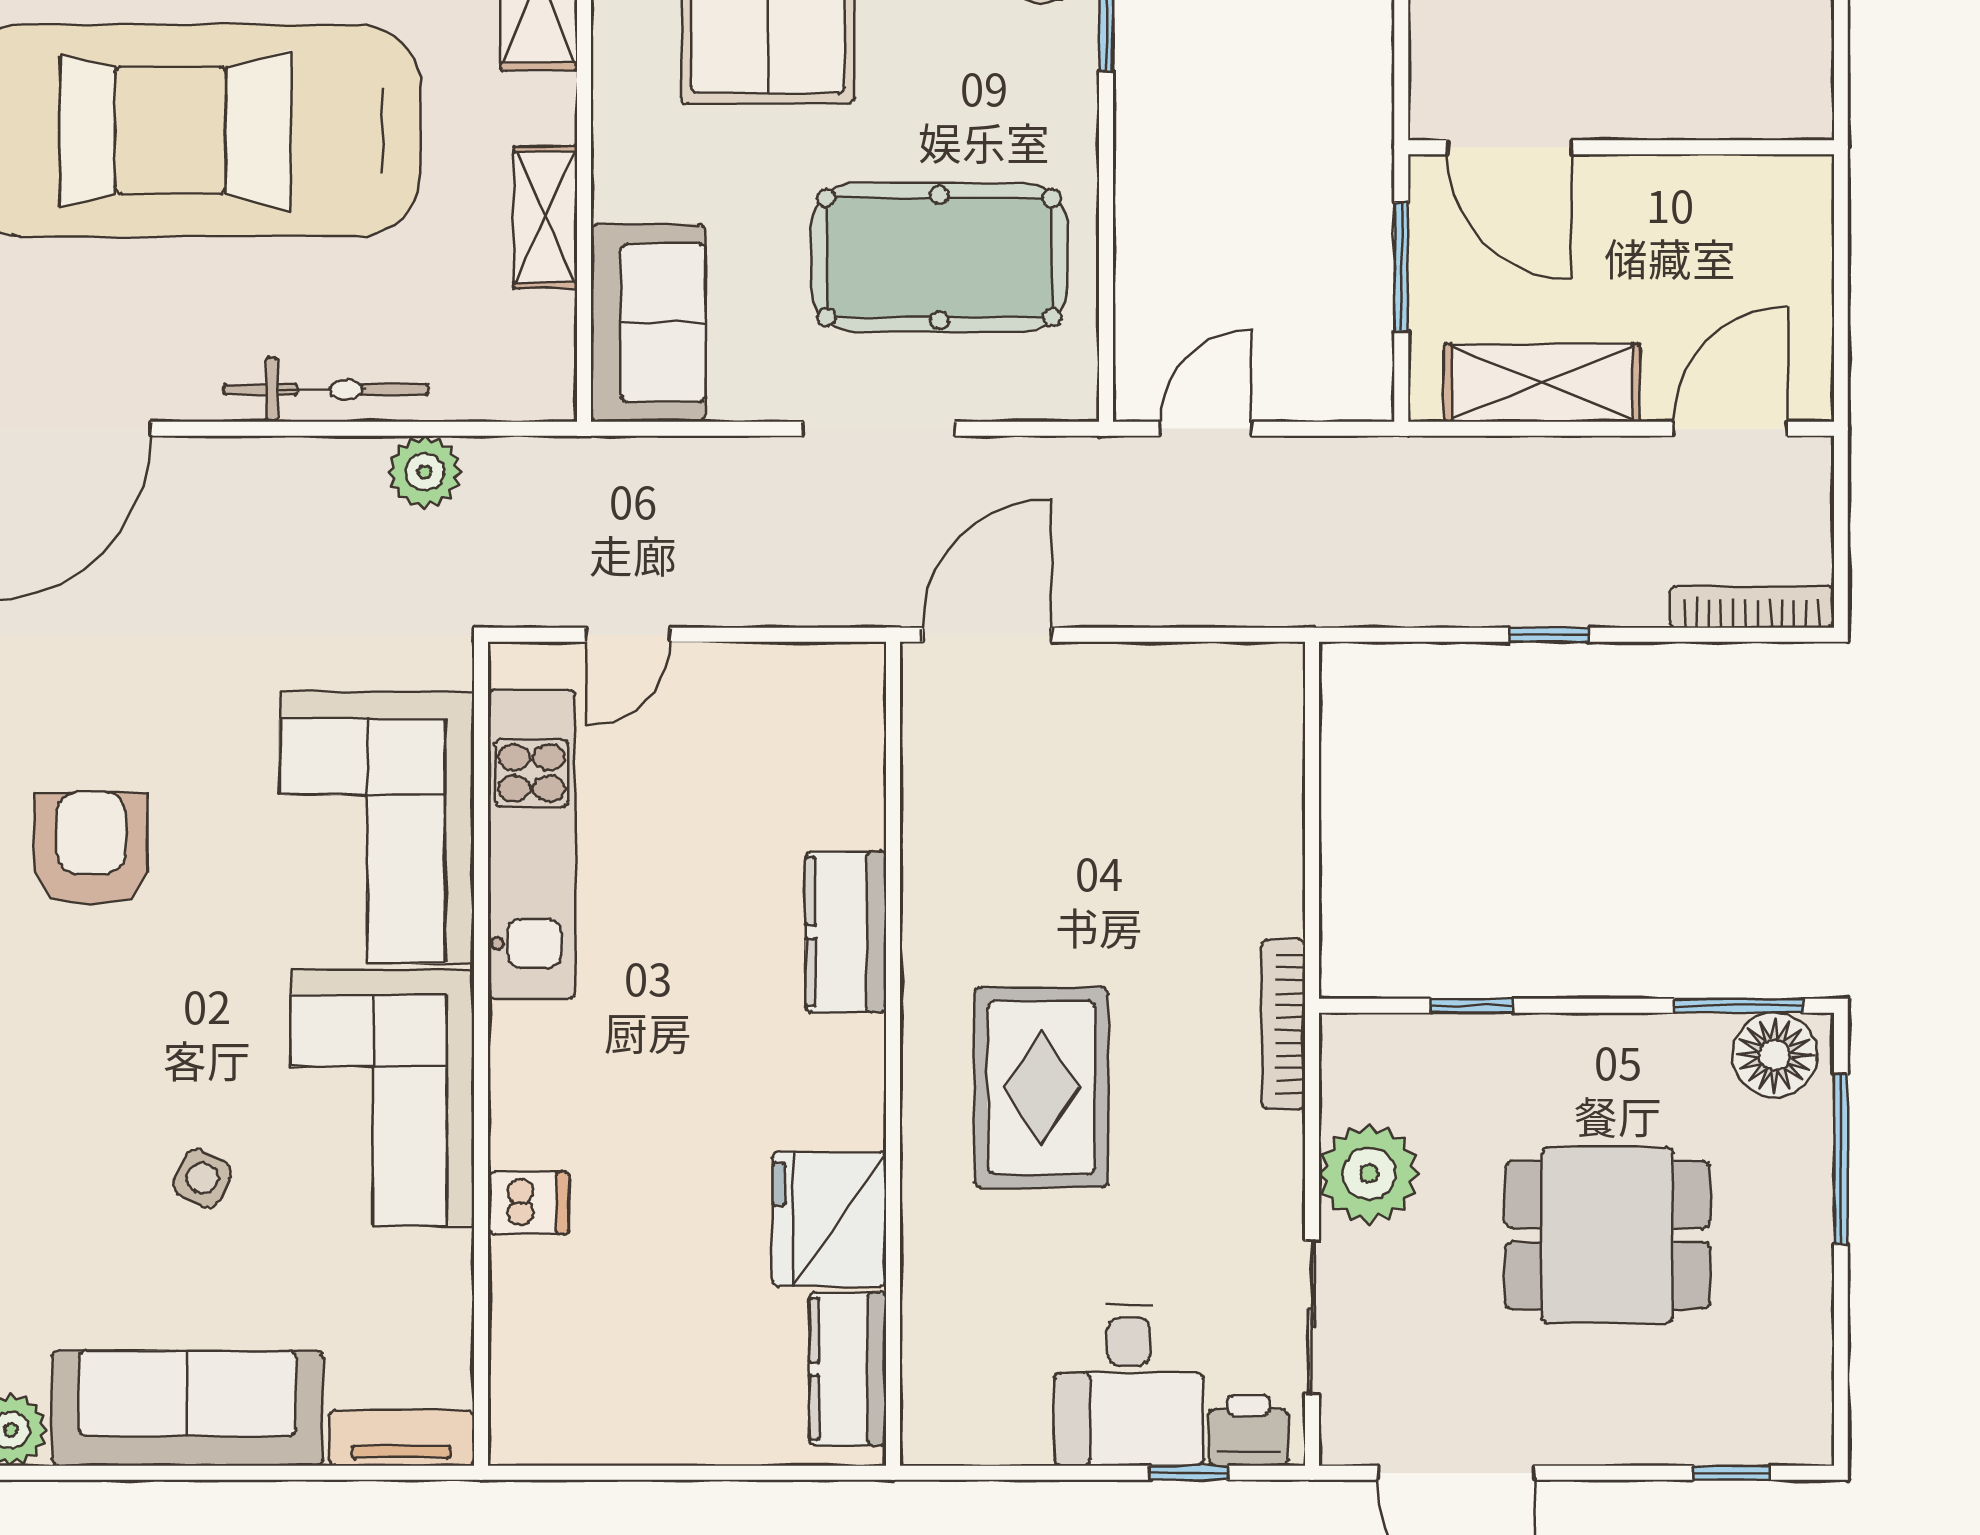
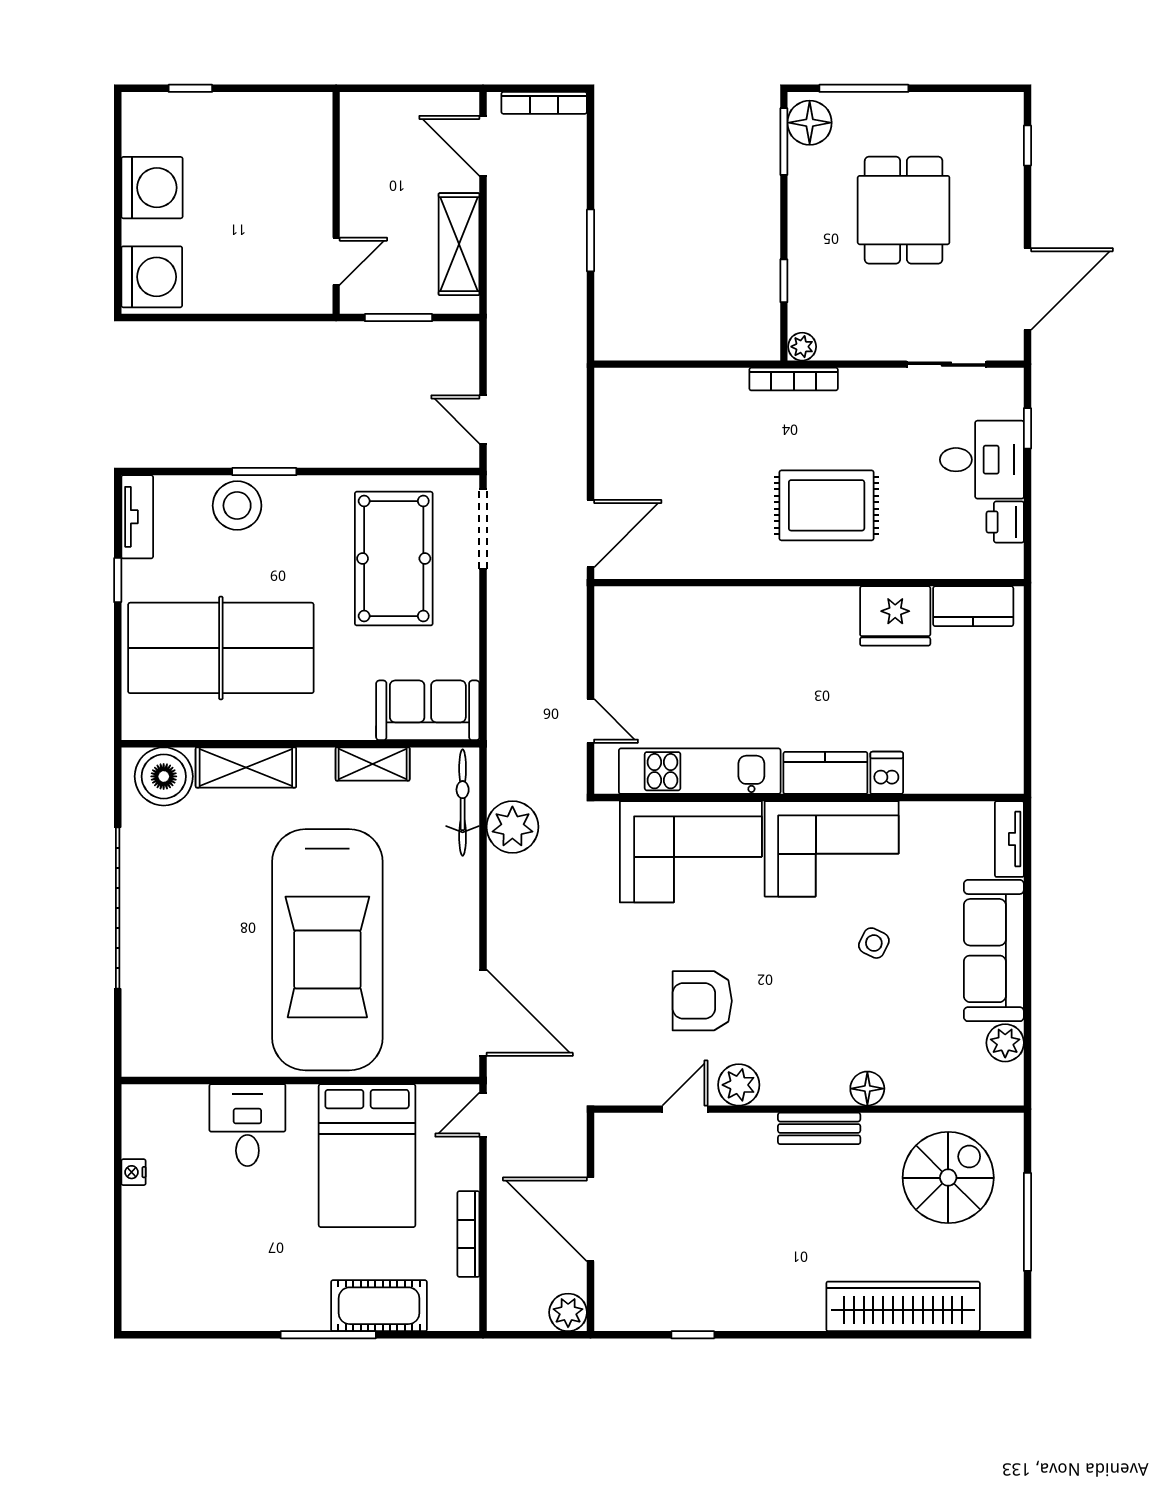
door: (1509, 147) -> (336, 261), width x0.73
bicycle: (326, 390) -> (463, 803), moved
doorway: (879, 429) -> (483, 529), moved
plant: (425, 472) -> (512, 827), width x1.36, depth x1.36
bookcase: (1752, 607) -> (544, 103), moved, turned -90
door: (987, 635) -> (590, 534), swing flipped
window: (1549, 635) -> (590, 240), width x1.50
kitchen counter: (846, 932) -> (825, 773), moved, turned 180
plant: (1369, 1174) -> (802, 347), moved, width x0.53, depth x0.53
printer: (1248, 1430) -> (1005, 522), moved

